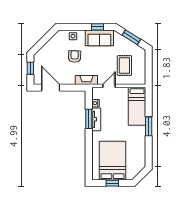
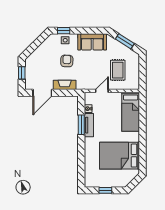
window: (97, 27) -> (64, 31), moved
fireplace: (86, 80) -> (65, 85), moved
door: (51, 88) -> (42, 93), swing flipped
window: (149, 126) -> (143, 132), removed
bed: (113, 161) -> (119, 156), moved, turned -90

